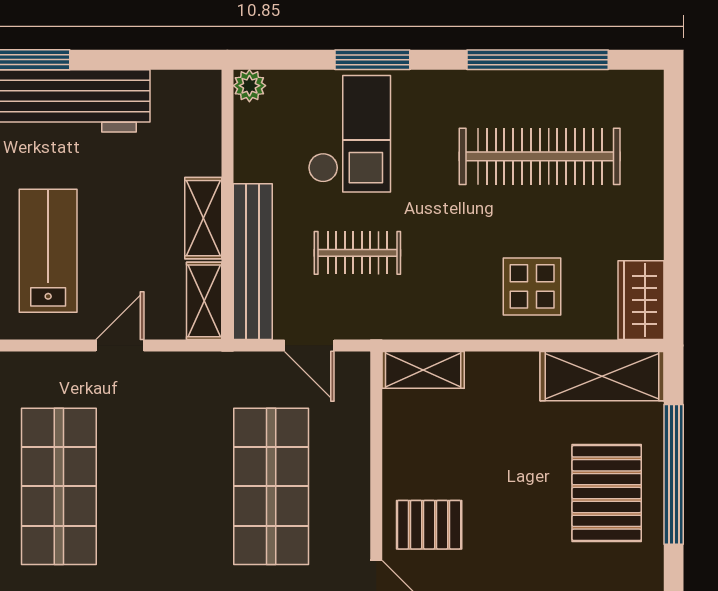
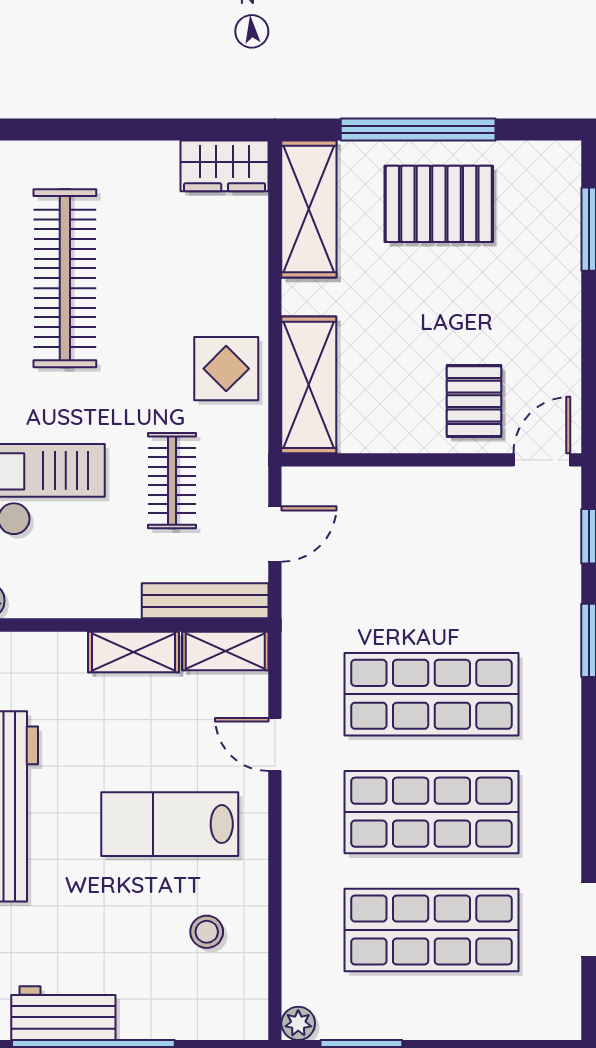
bench: (253, 262) -> (205, 601), width x0.73, depth x0.82
display table: (532, 286) -> (226, 369), moved
shelving: (423, 370) -> (309, 385), width x1.50, depth x1.33
shop shelf: (271, 486) -> (431, 694), moved

